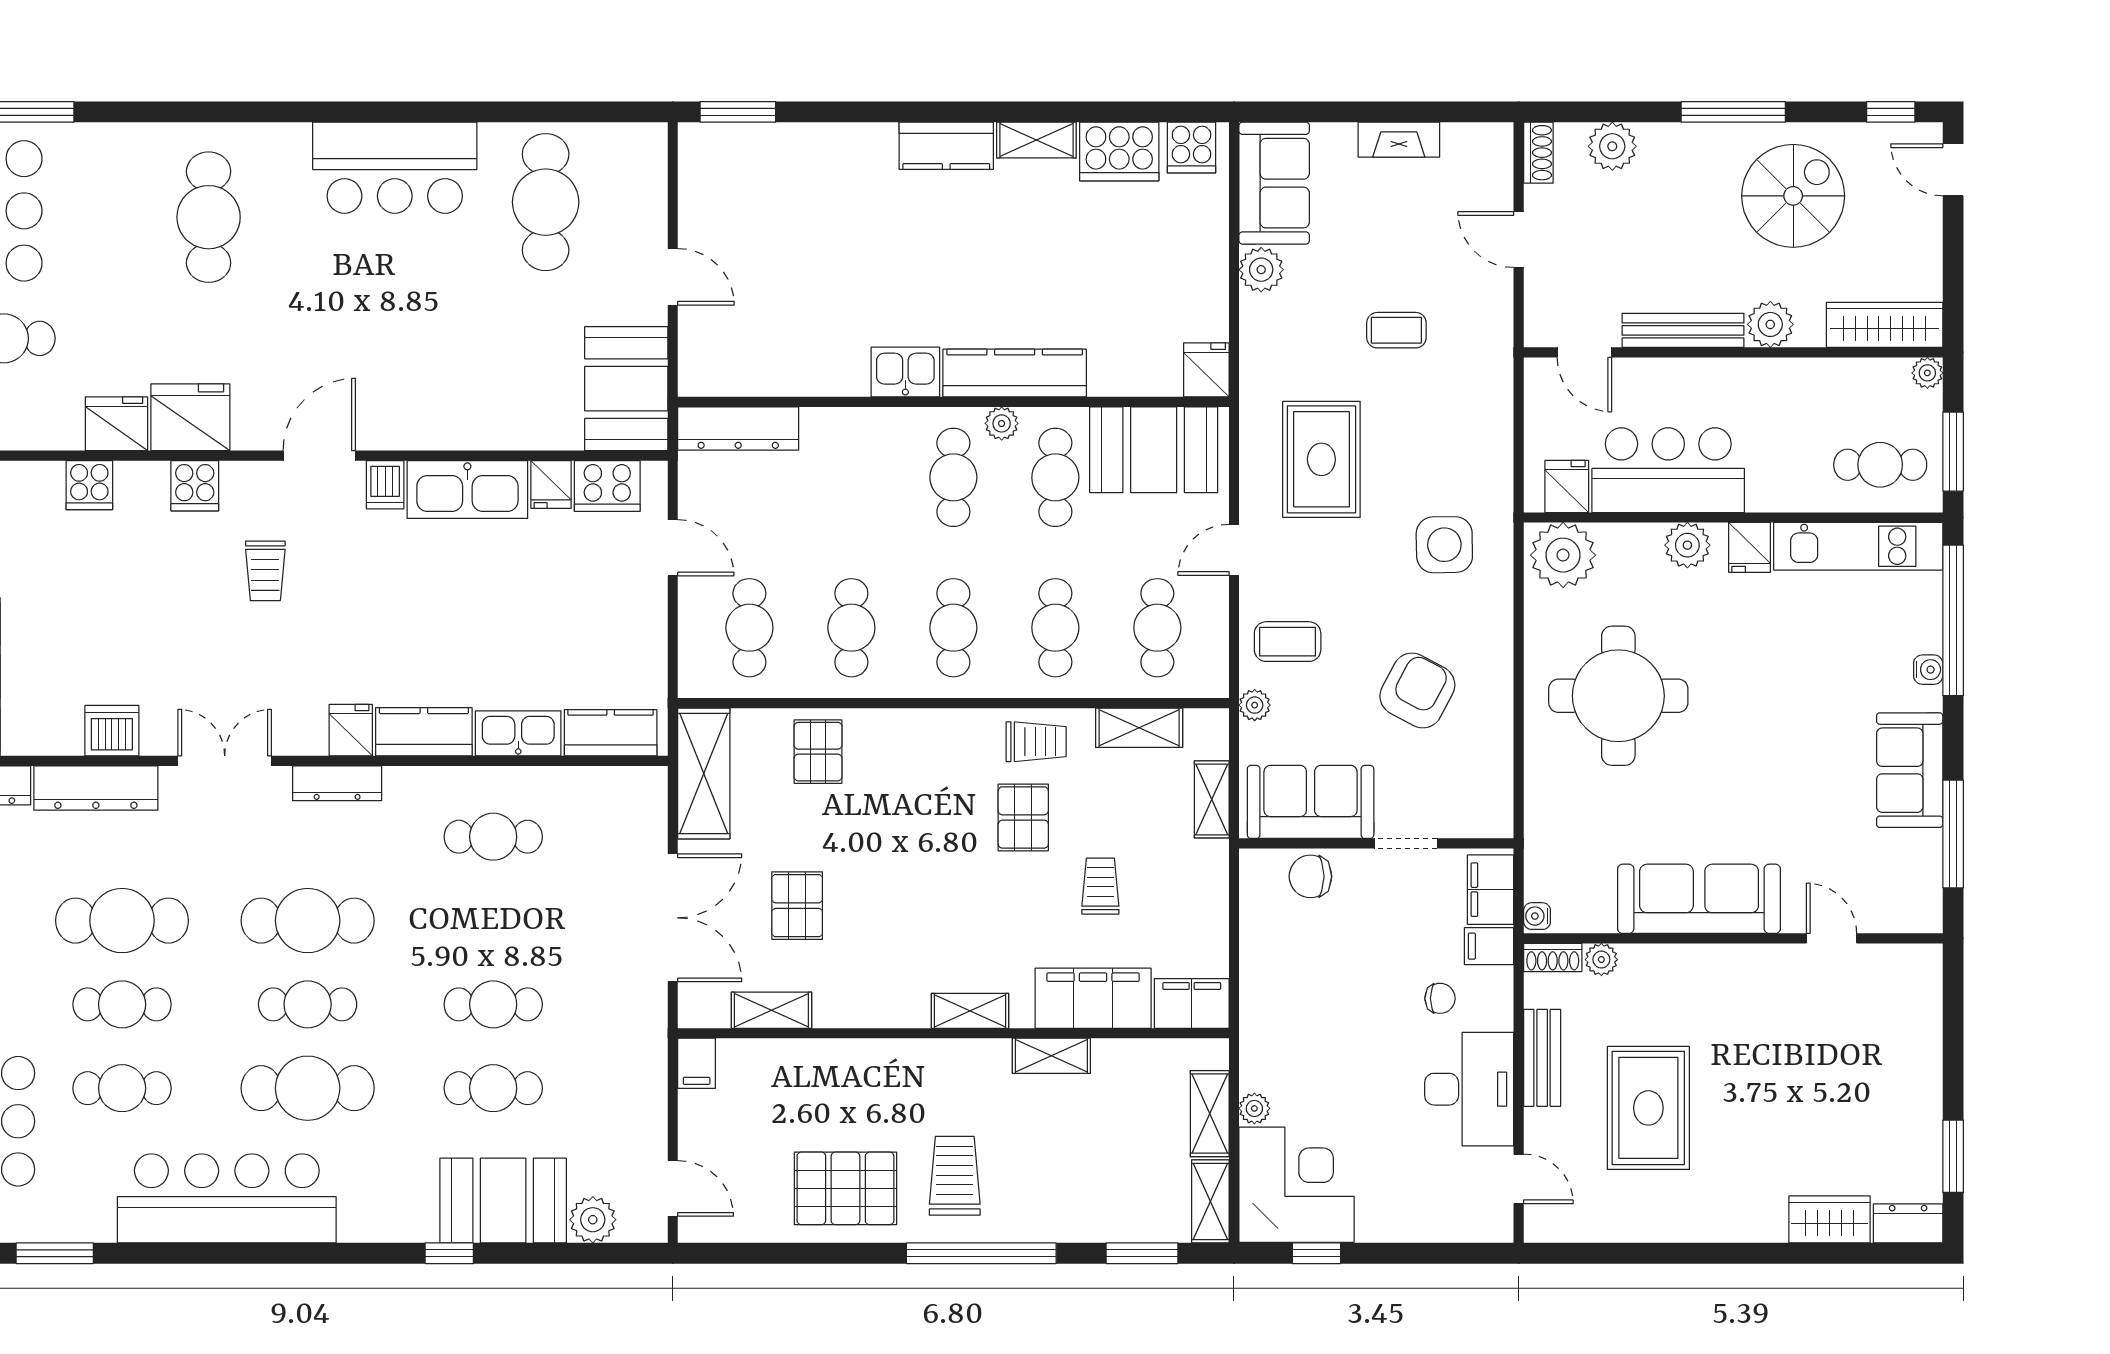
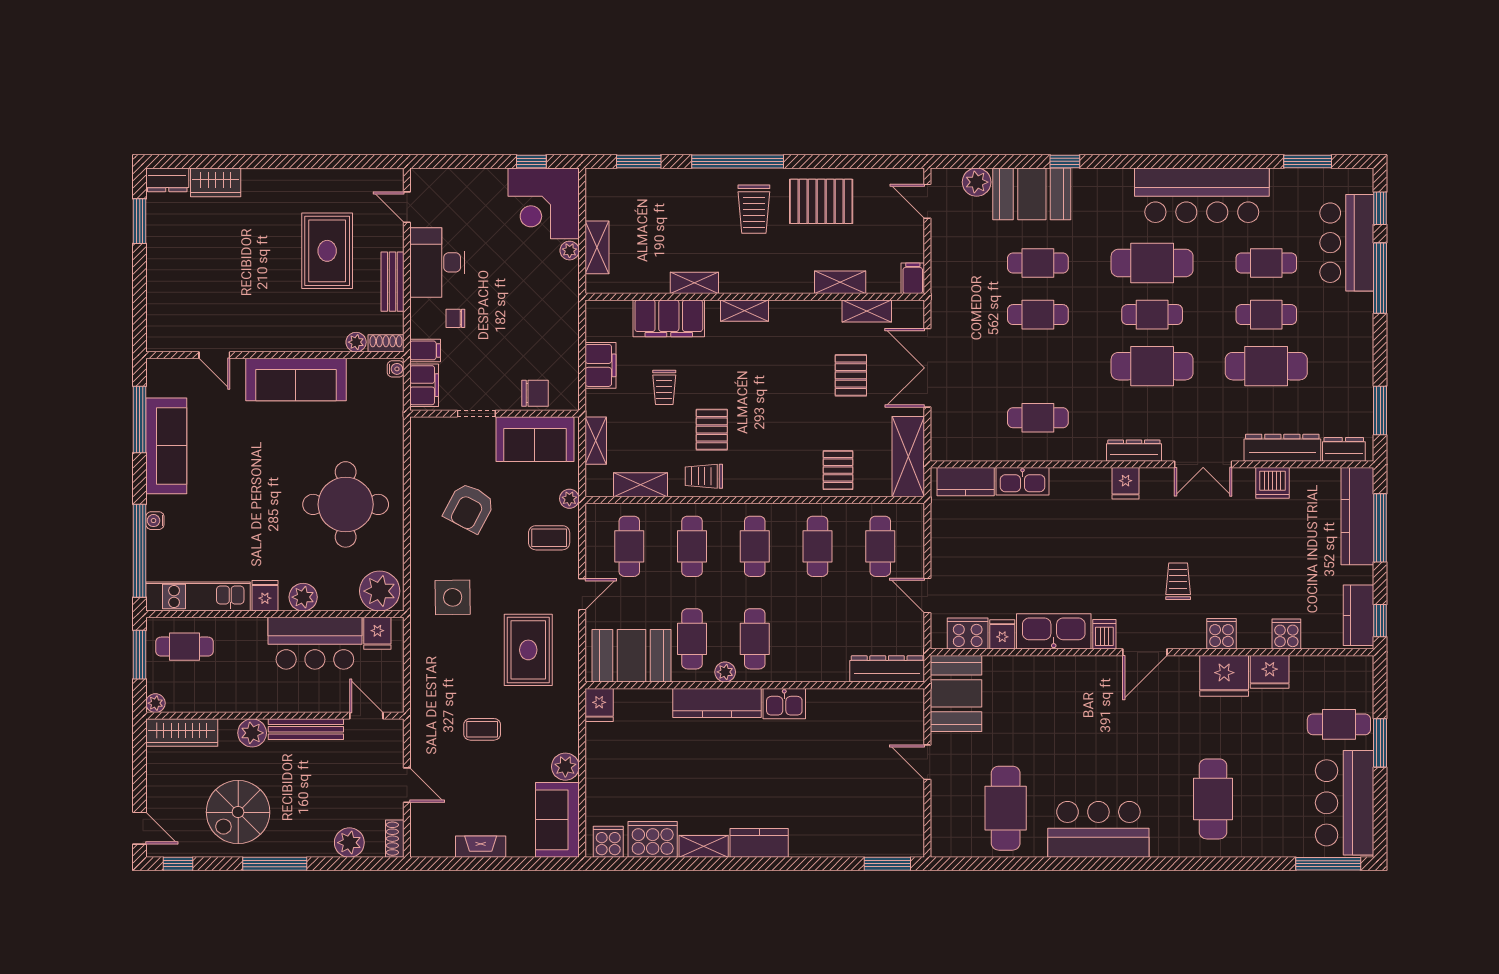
kitchen counter: (424, 732) -> (1081, 482), removed
sofa: (1910, 770) -> (166, 446), width x1.36
filing cabinet: (1192, 1003) -> (600, 365), moved, turned -90
shelving: (1210, 1201) -> (840, 282), moved, turned 90

